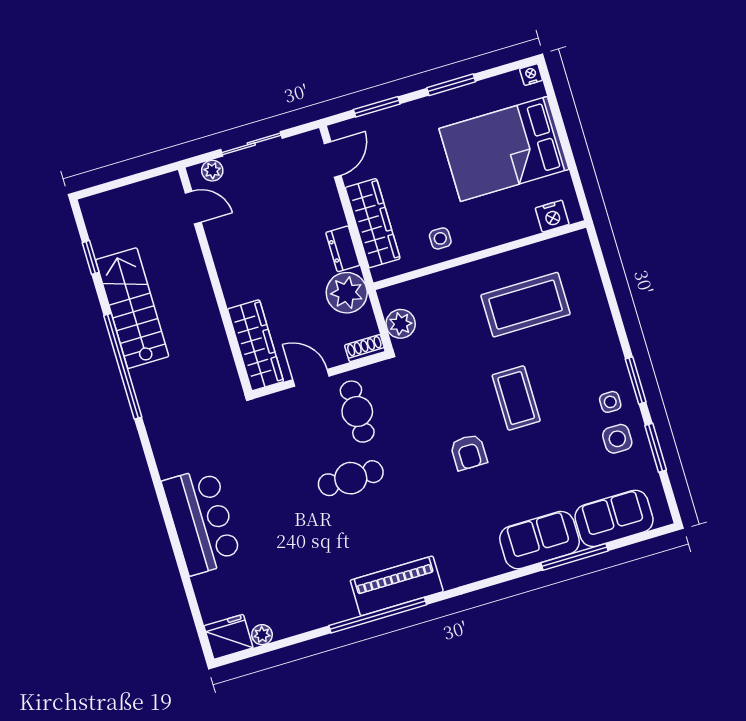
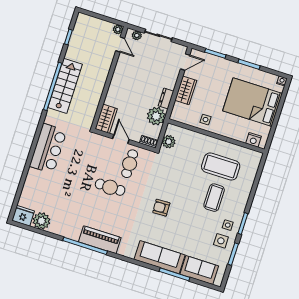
plant: (171, 183) -> (118, 29), added
wardrobe: (373, 223) -> (186, 90), width x0.67
stairs: (132, 308) -> (65, 86), moved
wardrobe: (255, 345) -> (106, 119), width x0.67
coffee table: (516, 398) -> (214, 198), moved
armchair: (469, 452) -> (161, 208), turned 88
bar counter: (202, 521) -> (48, 148), moved
sofa: (539, 540) -> (160, 257), width x1.36
plant: (262, 635) -> (41, 221), width x1.87, depth x1.87

